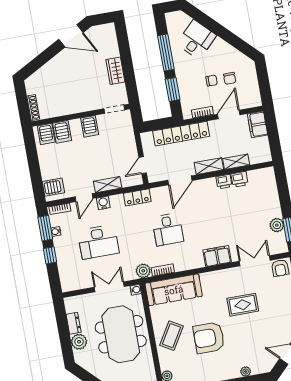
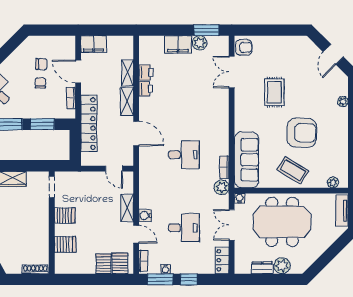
server rack: (46, 134) -> (103, 264), moved, turned -90
locker: (137, 197) -> (222, 260), moved, turned 180
desk: (98, 242) -> (184, 228), width x0.73
filing cabinet: (217, 256) -> (178, 45), moved, turned -90
armchair: (209, 338) -> (302, 133), turned -88

